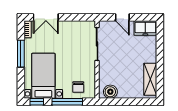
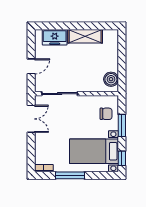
double door: (46, 17) -> (31, 119), moved
freezer: (145, 28) -> (55, 37), moved, turned 90
shelving: (150, 79) -> (85, 36), moved
window: (67, 102) -> (122, 126), width x0.69

